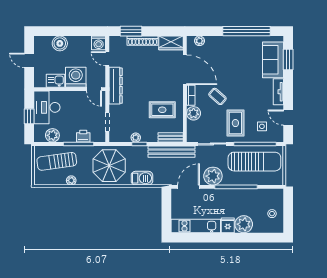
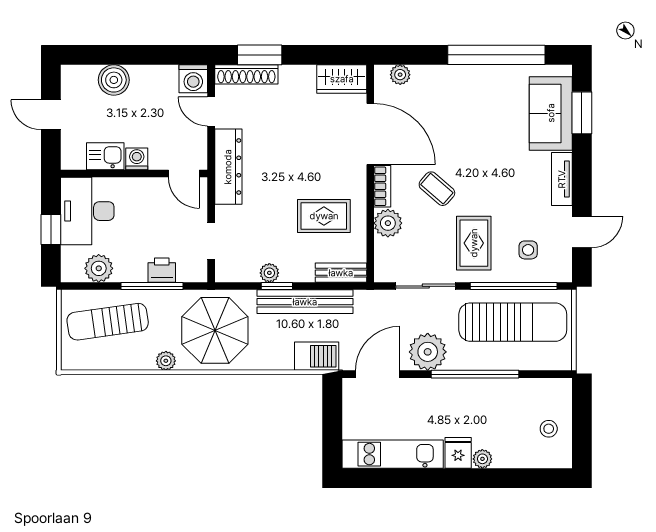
shoe rack: (143, 41) -> (246, 74), moved
washing machine: (76, 77) -> (137, 159), width x0.53, depth x0.53
door: (288, 118) -> (582, 232), swing flipped
bench: (172, 152) -> (305, 302), moved
barbecue: (142, 178) -> (317, 356), moved
plant: (71, 180) -> (166, 361), moved
plant: (244, 224) -> (482, 459), width x0.53, depth x0.53

